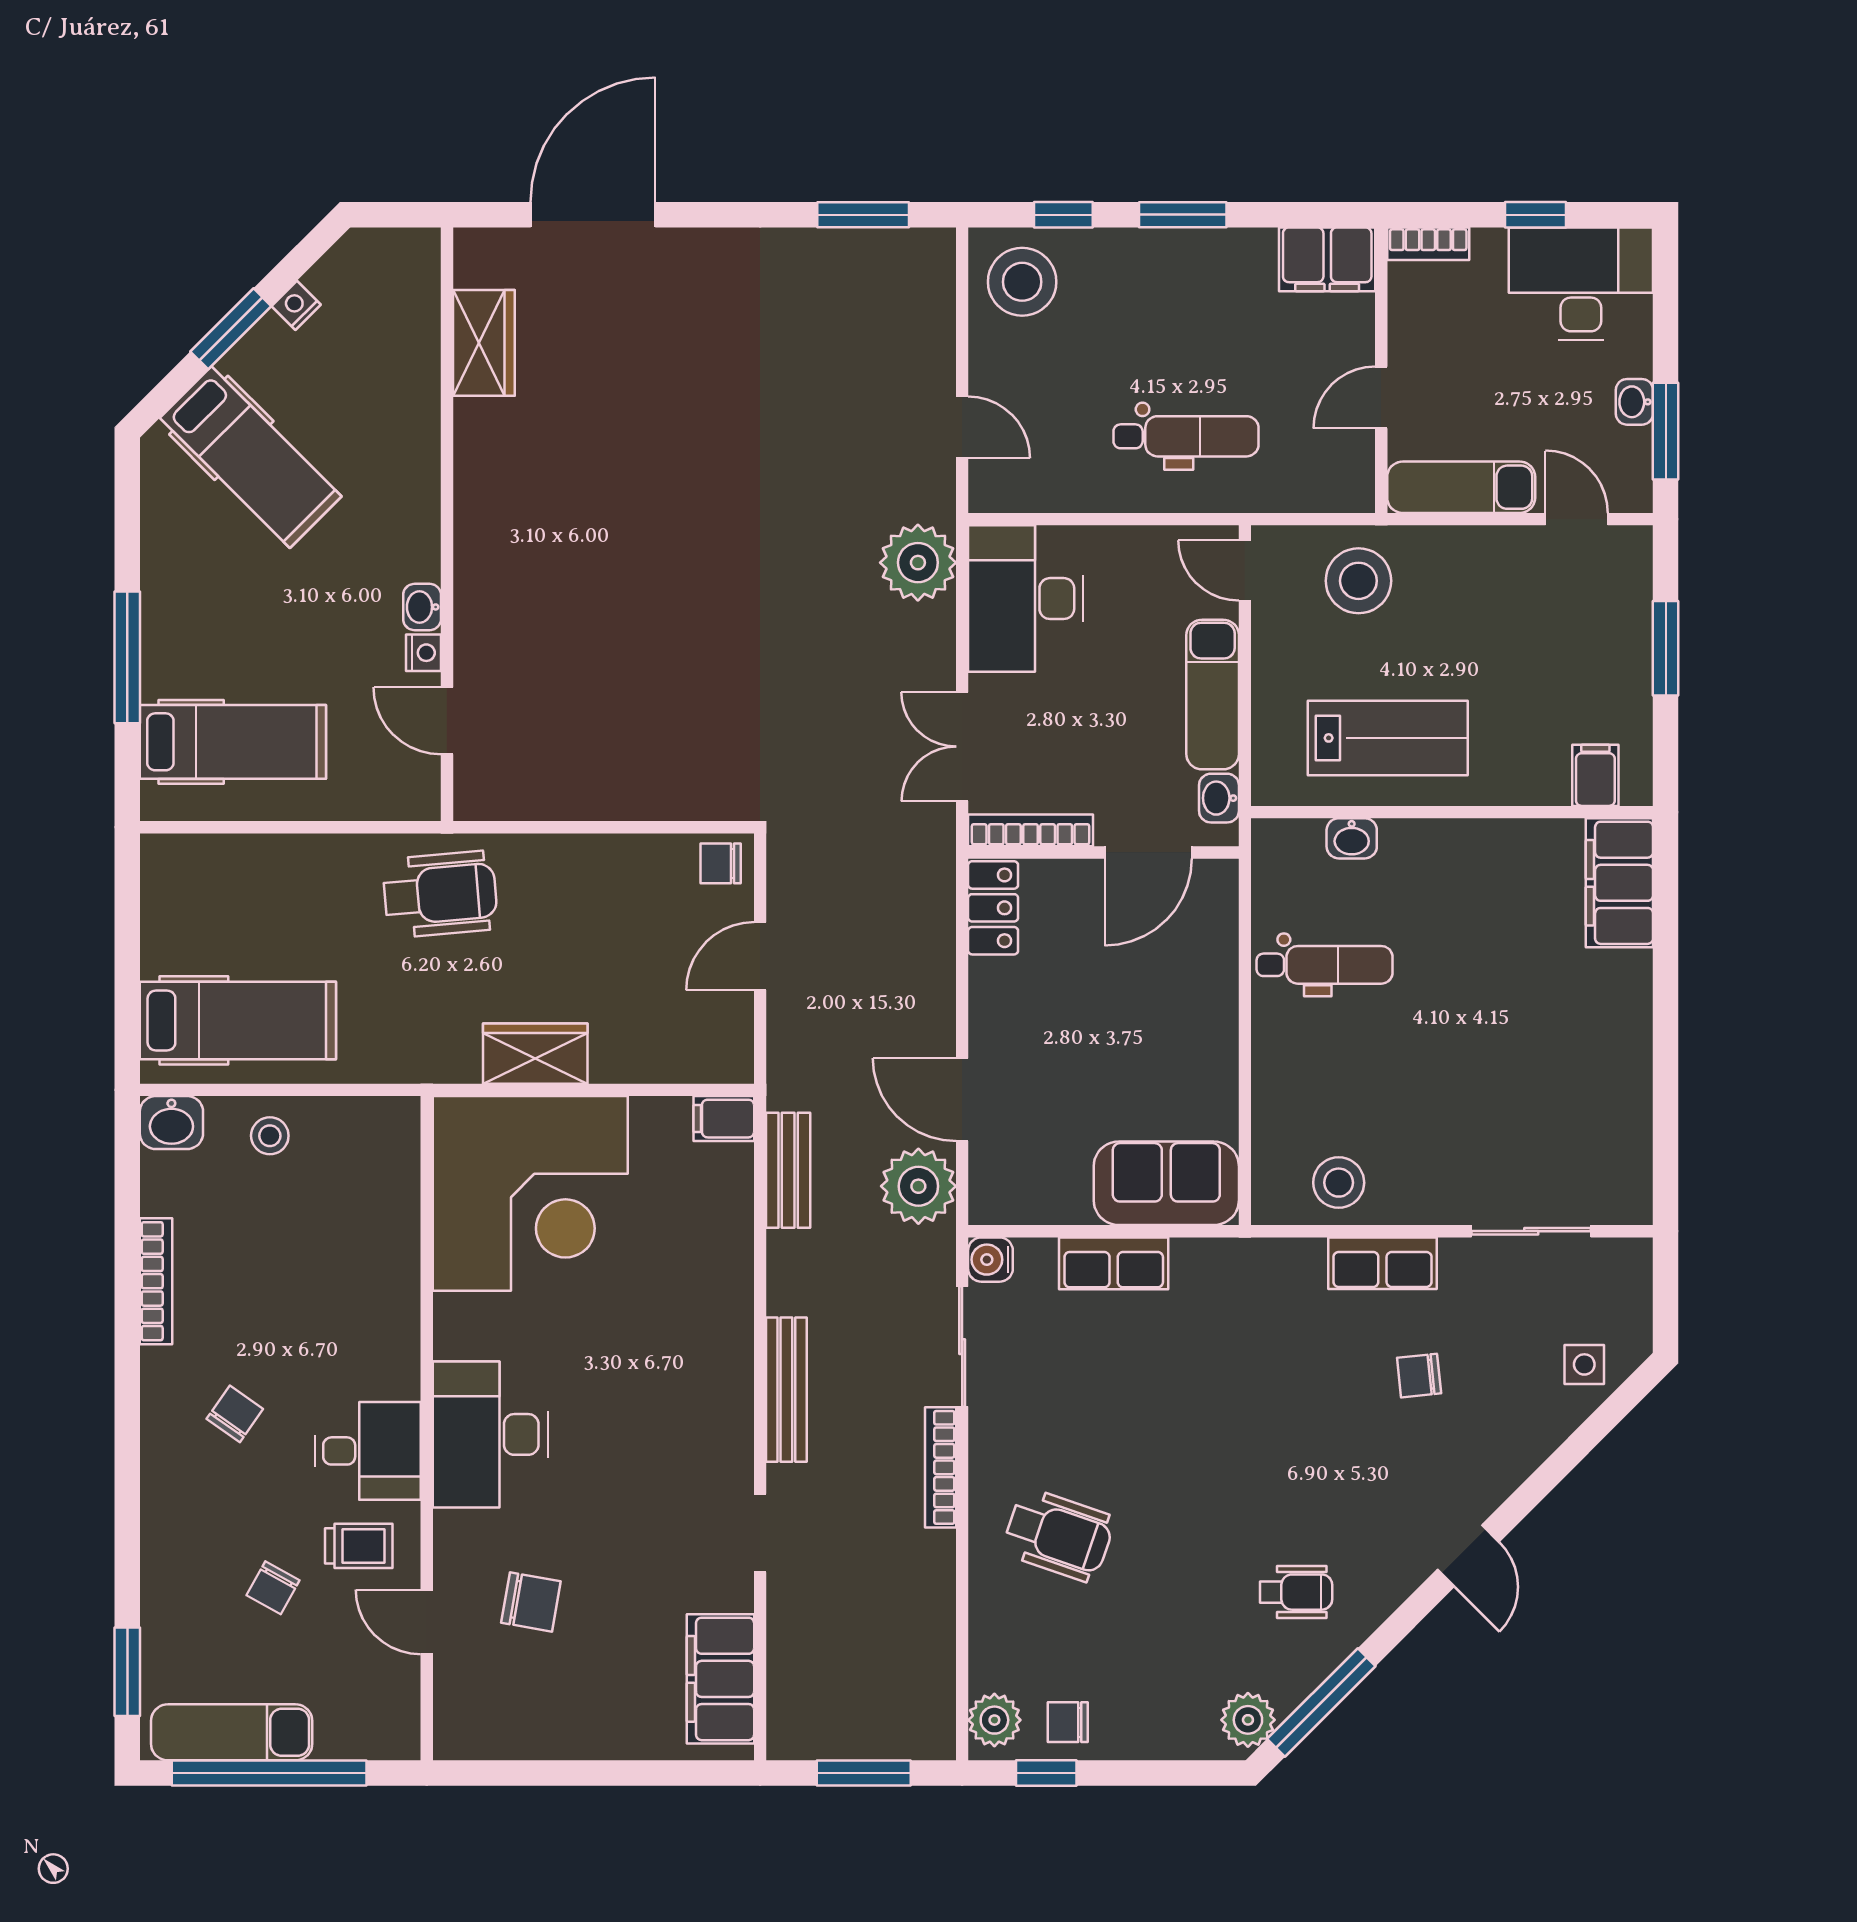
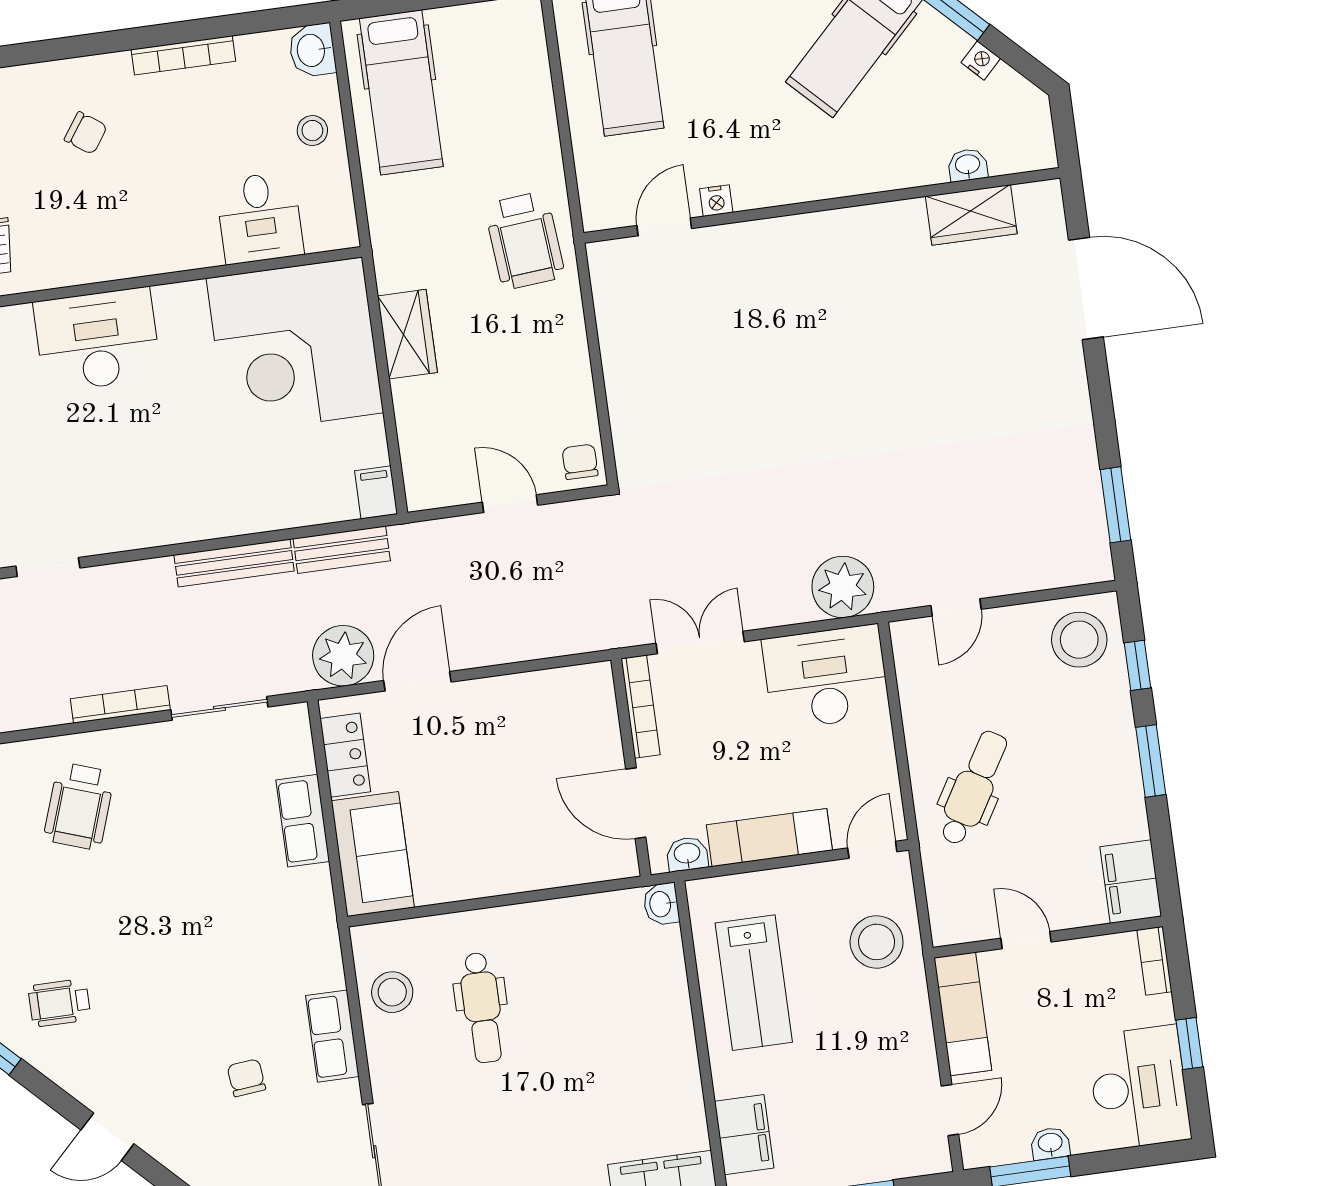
dental chair: (1186, 436) -> (973, 788), turned -149
washbasin: (422, 607) -> (968, 165), moved
filing cabinet: (1595, 775) -> (744, 1135), width x2.00
washbasin: (1352, 838) -> (661, 904), moved
locker: (993, 908) -> (345, 755), moved, turned -90
dental chair: (1325, 965) -> (482, 1008), moved
water cooler: (990, 1260) -> (292, 722), removed
bench: (786, 1390) -> (234, 563), moved
desk: (368, 1451) -> (260, 218), moved
wheelchair: (1296, 1592) -> (59, 1003), turned 90

